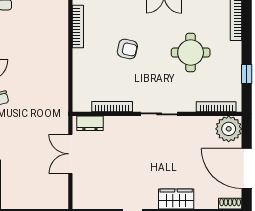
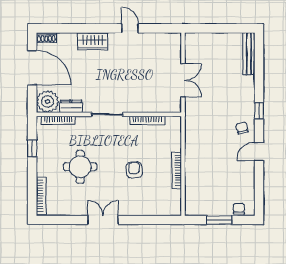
bookcase: (78, 26) -> (177, 170), moved
armchair: (127, 49) -> (134, 170), turned 73
dresser: (90, 123) -> (71, 106), moved

